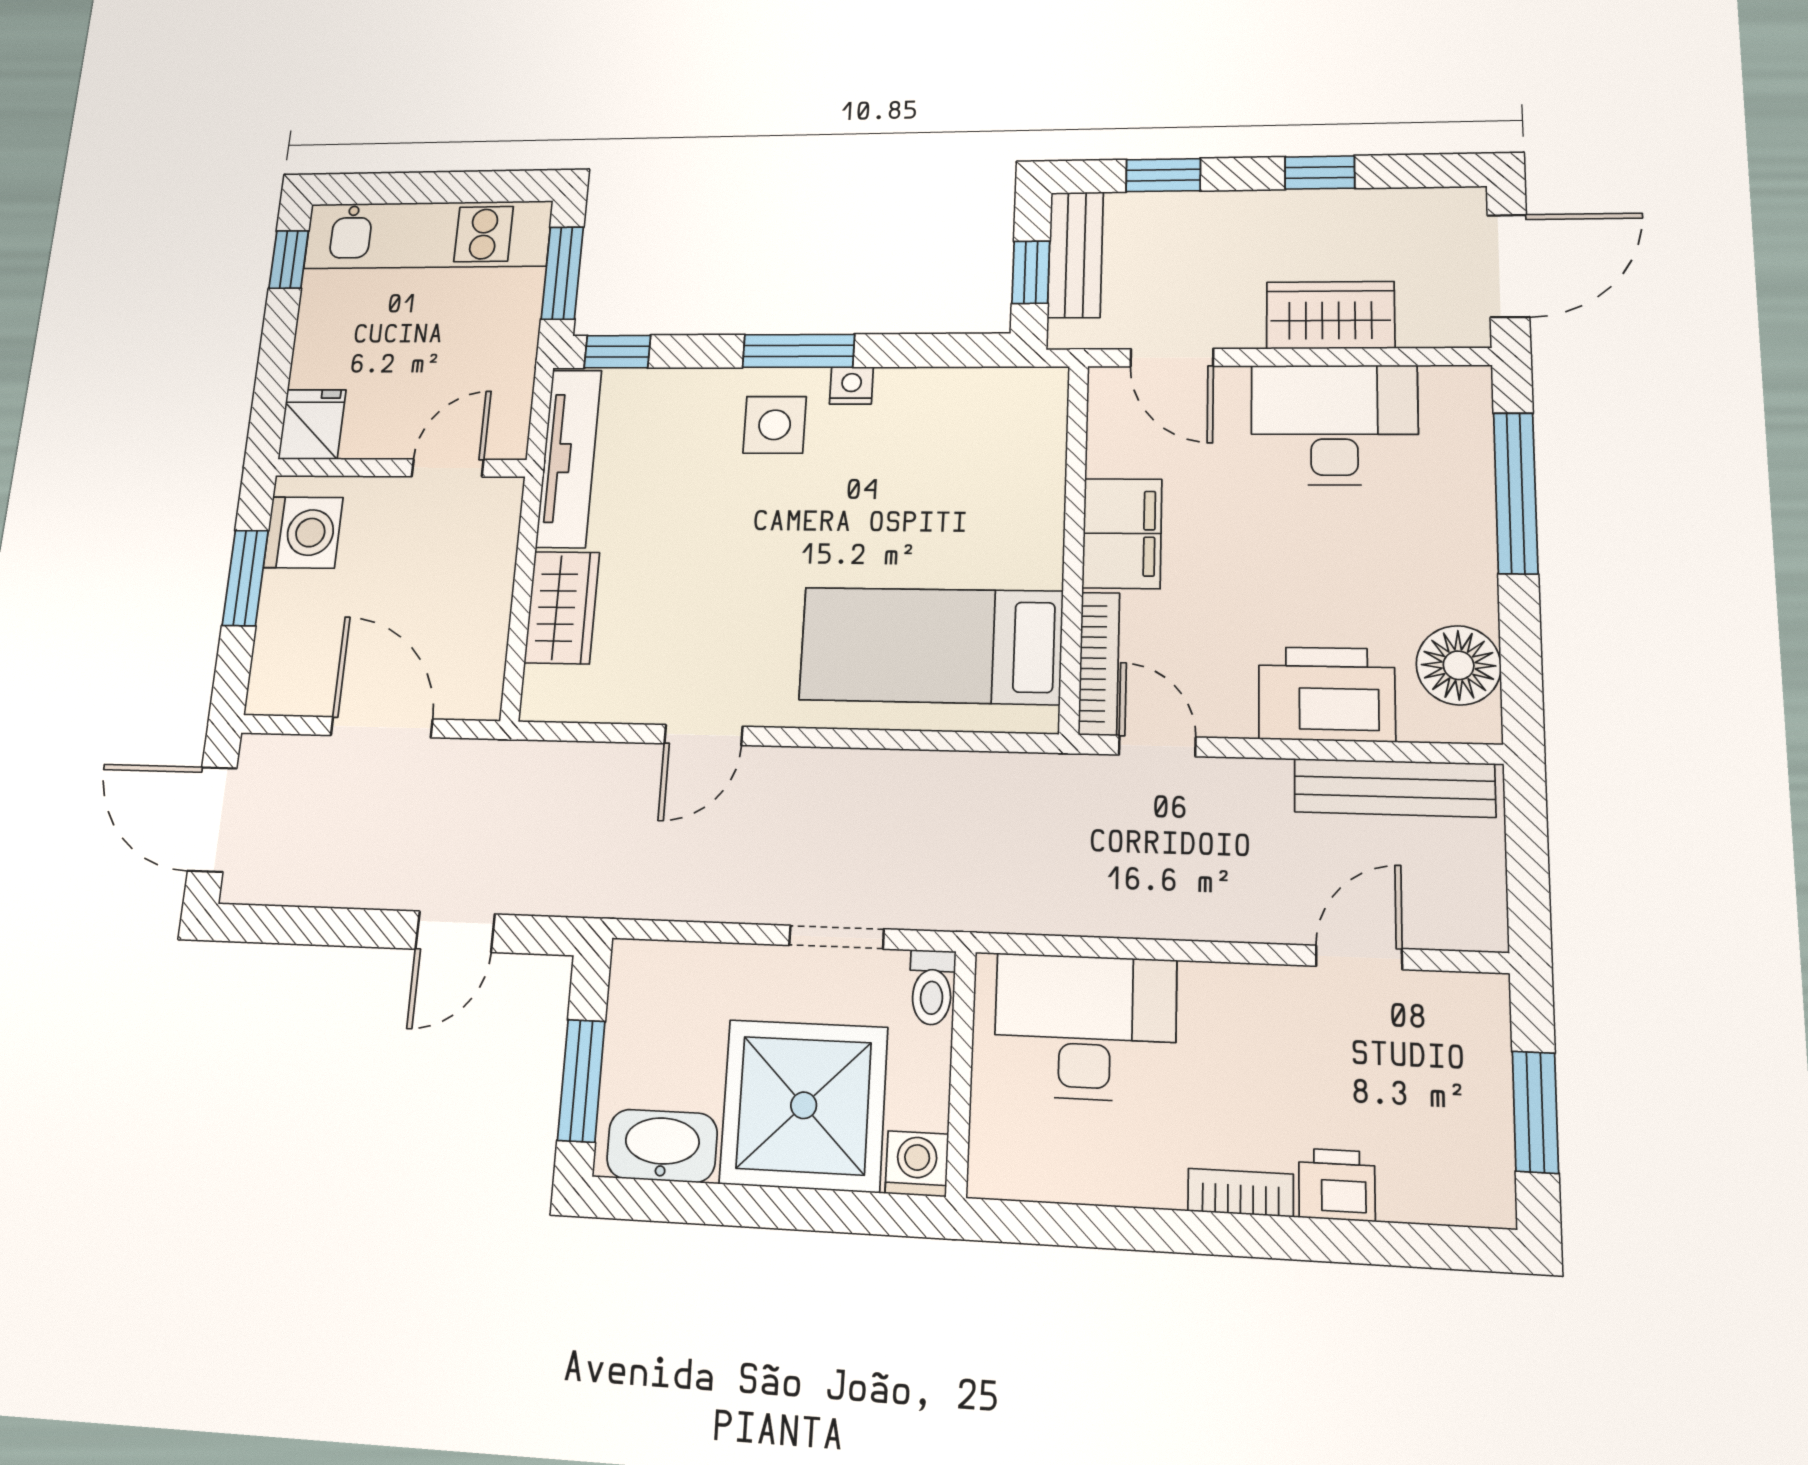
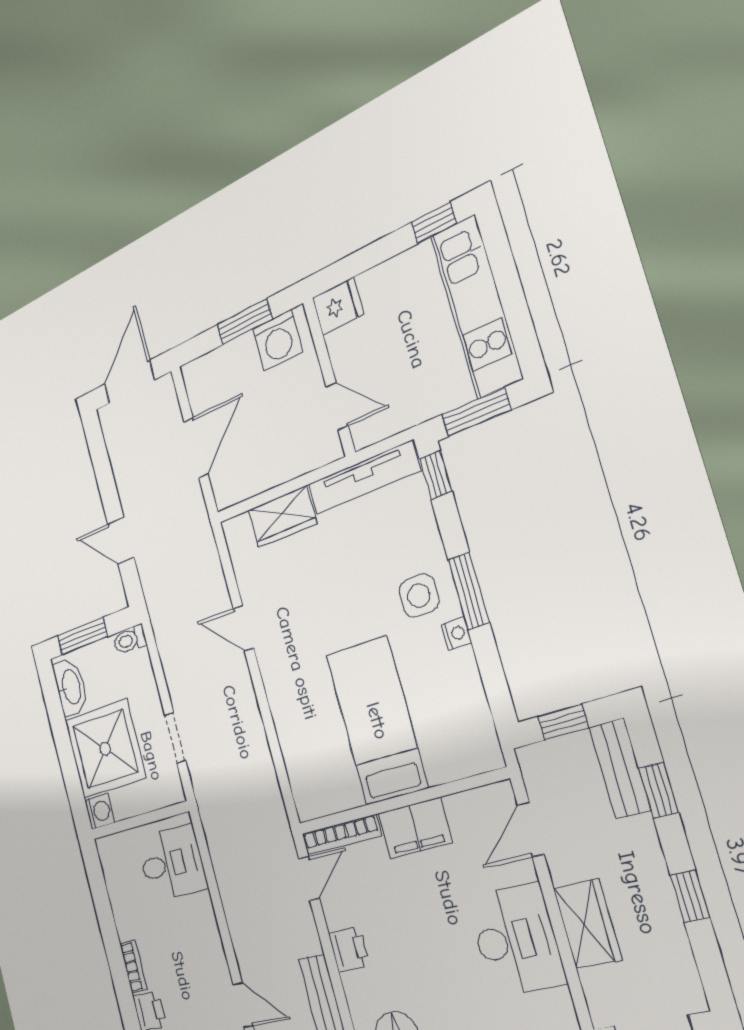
bench: (1075, 255) -> (620, 768), moved, turned 90
bed: (931, 646) -> (377, 721), moved
printer: (1327, 694) -> (349, 949), width x0.53, depth x0.68
toilet: (932, 987) -> (130, 640), moved
desk: (1085, 1027) -> (172, 863), width x0.73

